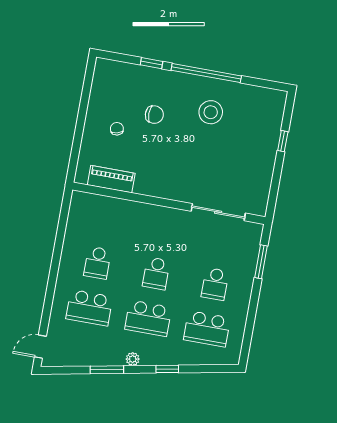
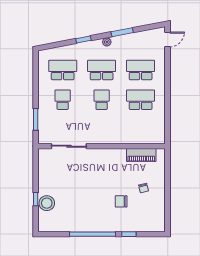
stool: (211, 112) -> (47, 203), moved
school desk: (97, 263) -> (141, 100), width x1.85

